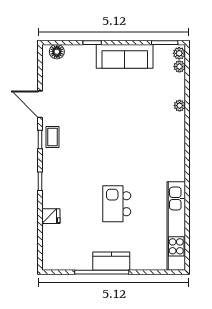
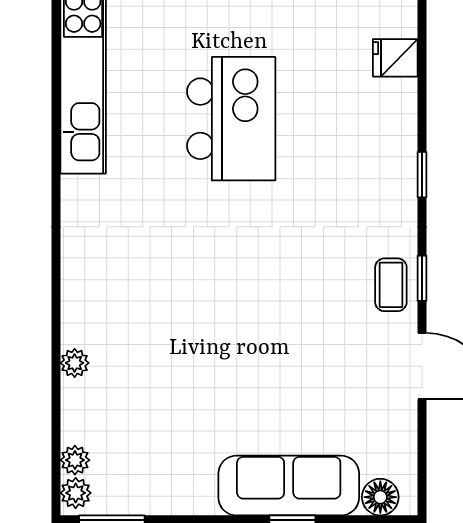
sofa: (125, 56) -> (289, 486), moved
kitchen island: (117, 204) -> (231, 119), width x1.37, depth x1.28
fridge: (51, 216) -> (395, 58), moved

